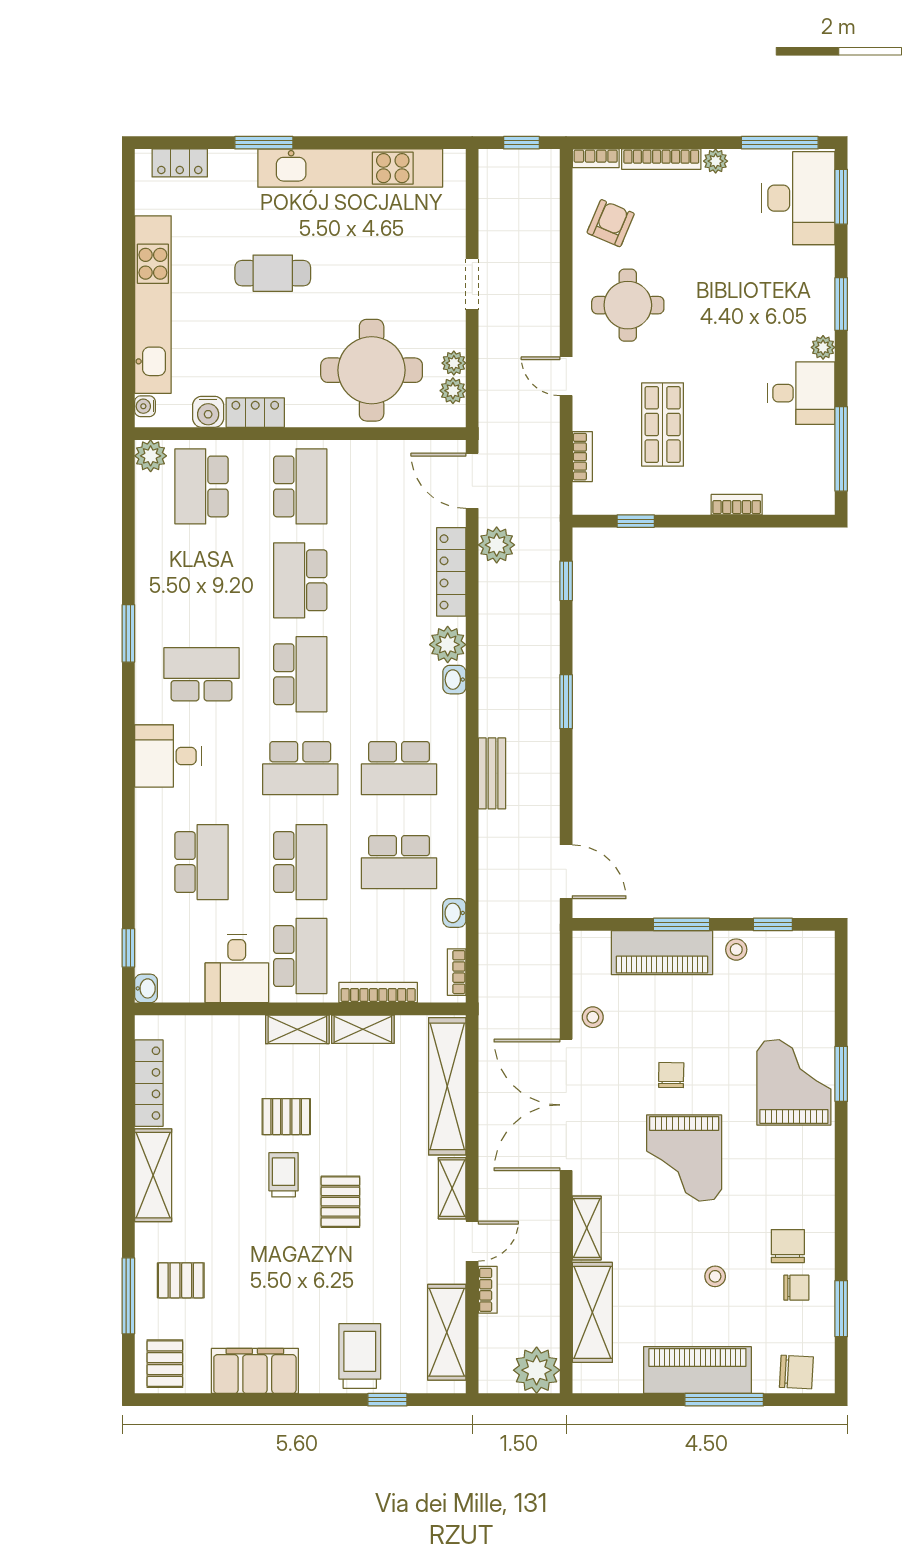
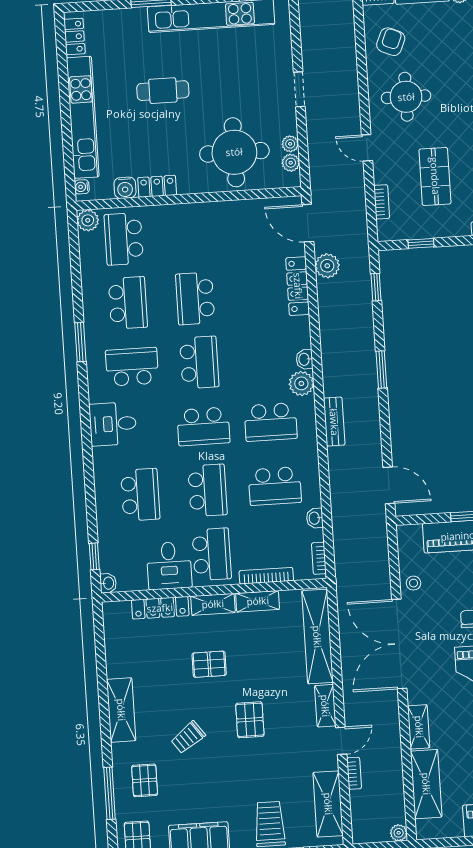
locker: (180, 163) -> (74, 36), moved, turned -90
school desk: (300, 486) -> (128, 303), moved
plant: (448, 645) -> (301, 383), moved
locker: (149, 1083) -> (160, 608), moved, turned 90
trolley: (284, 1175) -> (188, 737), moved, turned -126
pallet: (181, 1280) -> (145, 780), turned 90
plant: (537, 1370) -> (399, 833), width x0.53, depth x0.53

